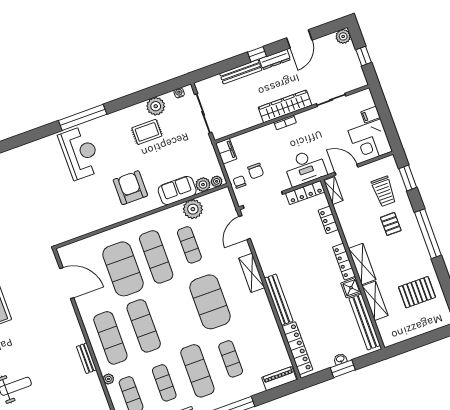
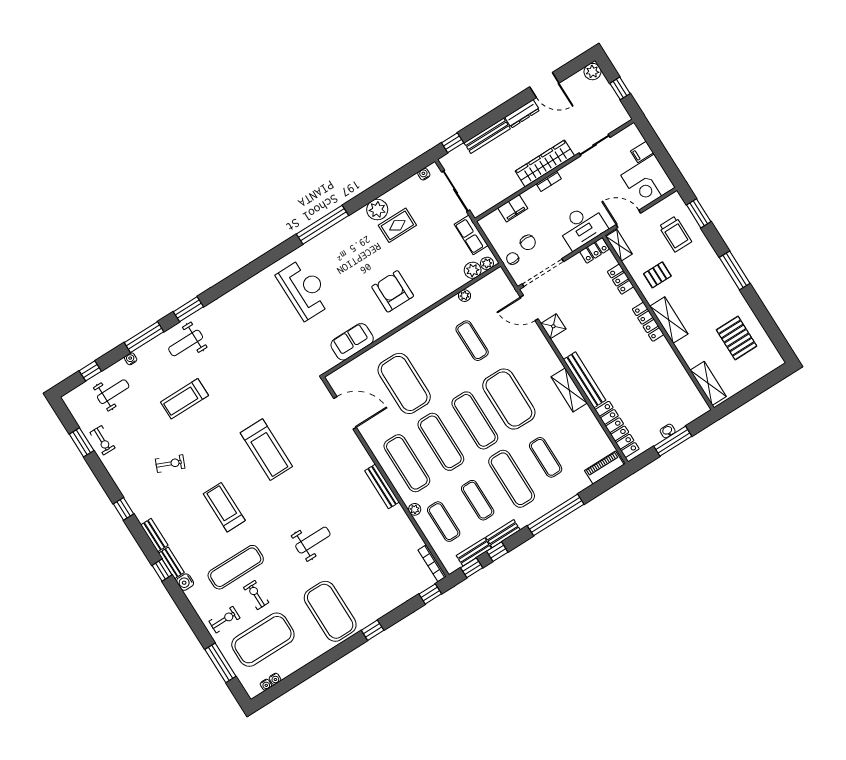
door: (299, 39) -> (544, 85), hinge flipped
window: (257, 54) -> (453, 143), moved
plant: (156, 106) -> (377, 210), moved
filing cabinet: (226, 151) -> (513, 208), moved, turned 90
reception desk: (80, 153) -> (304, 289), moved
row of seats: (208, 154) -> (471, 235), added
sofa: (177, 190) -> (352, 342), moved
locker: (305, 193) -> (594, 250), width x0.66
plant: (193, 209) -> (465, 296), width x0.53, depth x0.53
pallet: (391, 224) -> (657, 275), moved, turned 90
door: (245, 228) -> (529, 308), hinge flipped
window: (428, 234) -> (735, 270), width x0.68
exercise mat: (156, 257) -> (475, 420), moved
shelving: (252, 273) -> (569, 390), moved
shower: (351, 288) -> (553, 326), moved
pallet: (417, 292) -> (737, 338), turned 90
shelving: (375, 301) -> (708, 383), moved
bench: (365, 322) -> (686, 384), removed
bench: (87, 358) -> (382, 486), width x1.36
window: (343, 369) -> (673, 441), width x1.44

